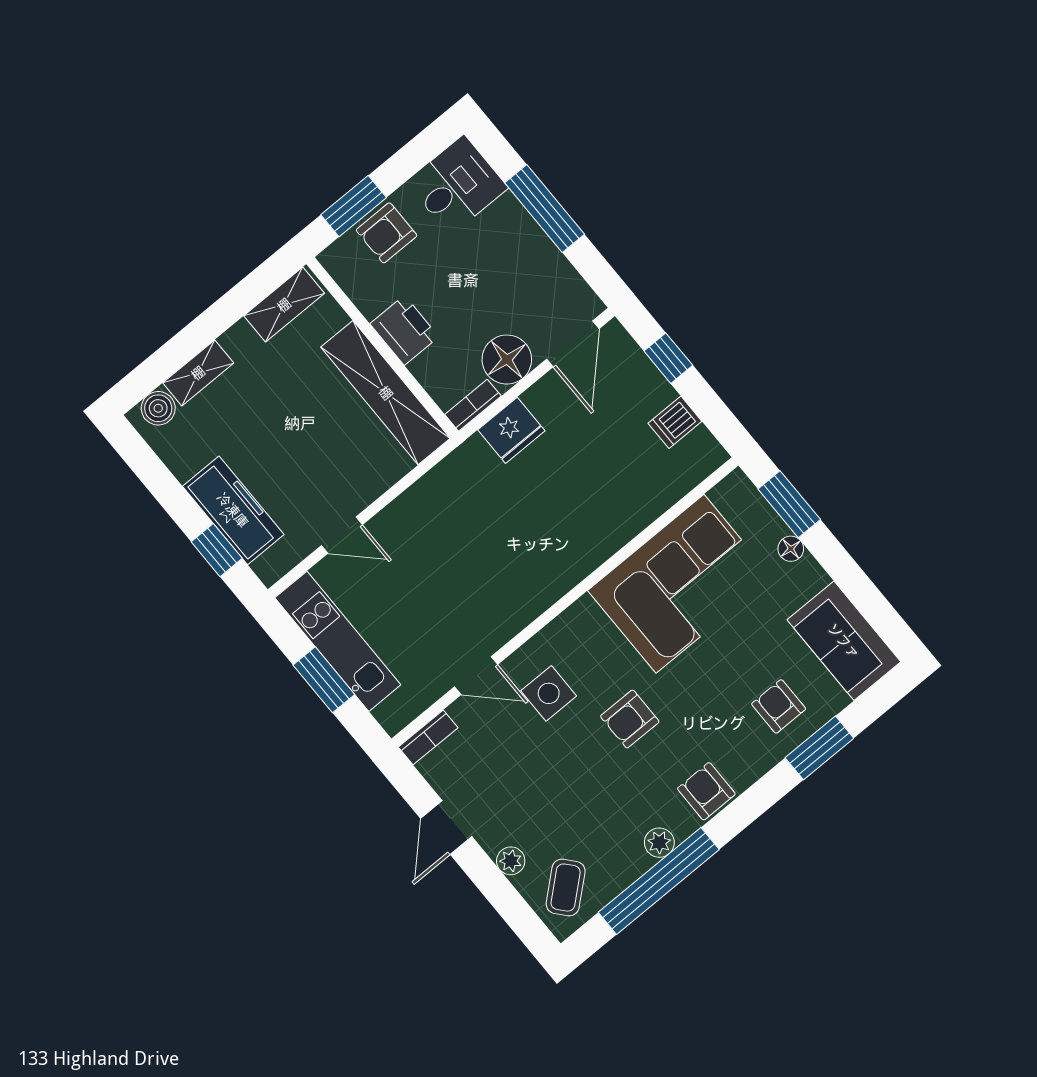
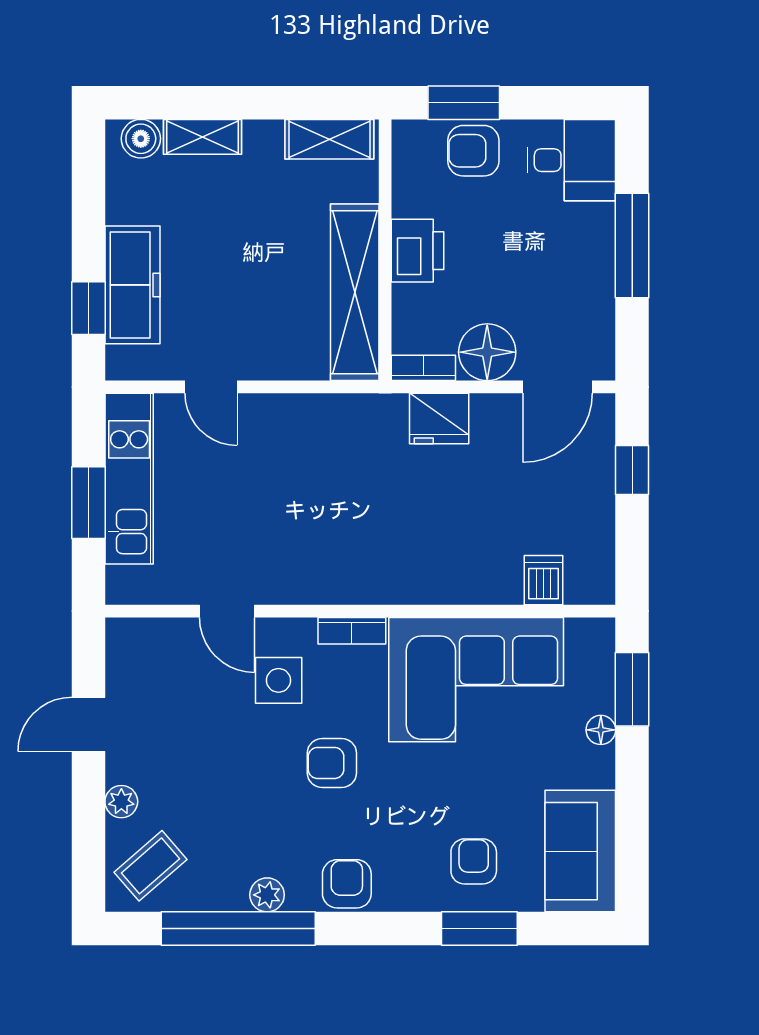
dishwasher: (675, 422) -> (544, 580), moved, turned 90
bookcase: (428, 737) -> (352, 631), moved

